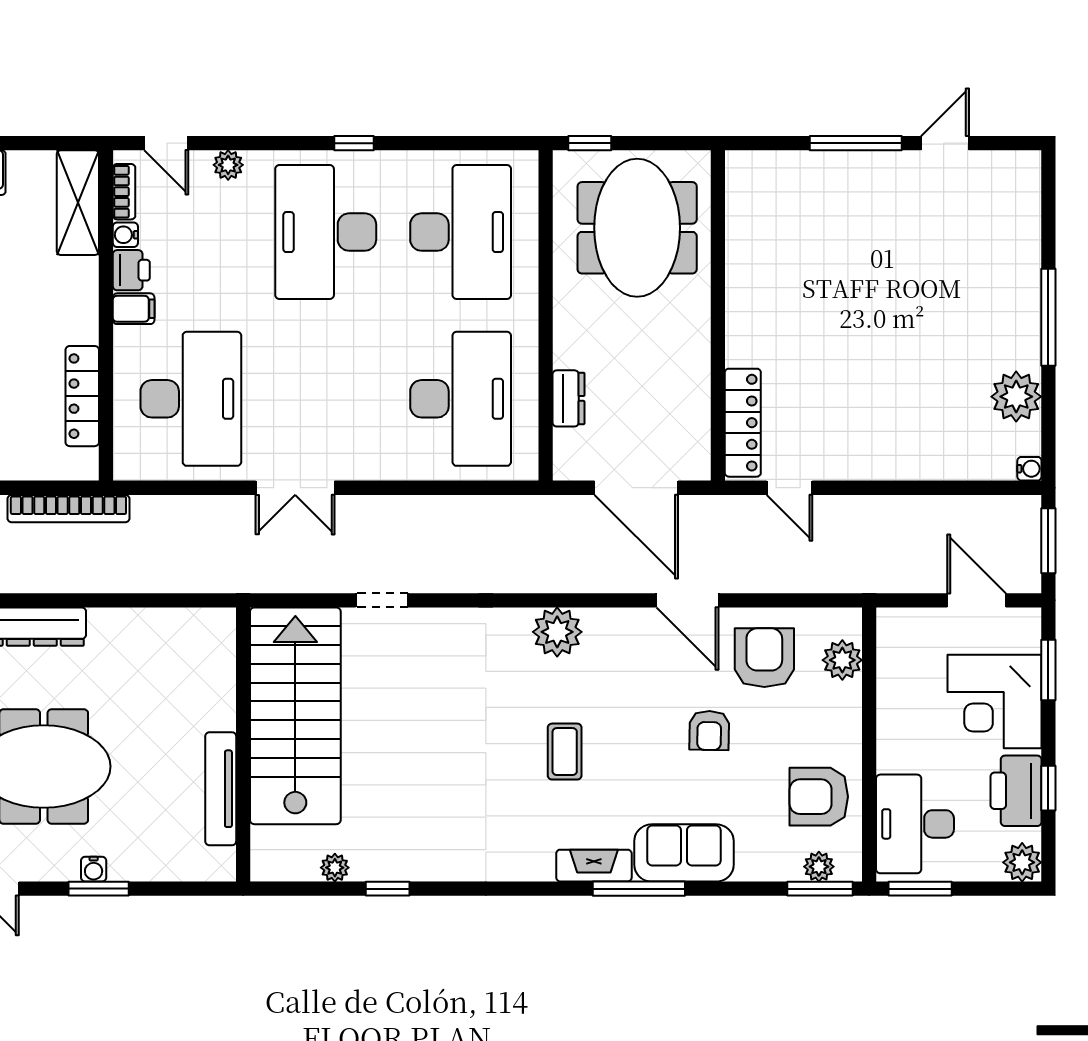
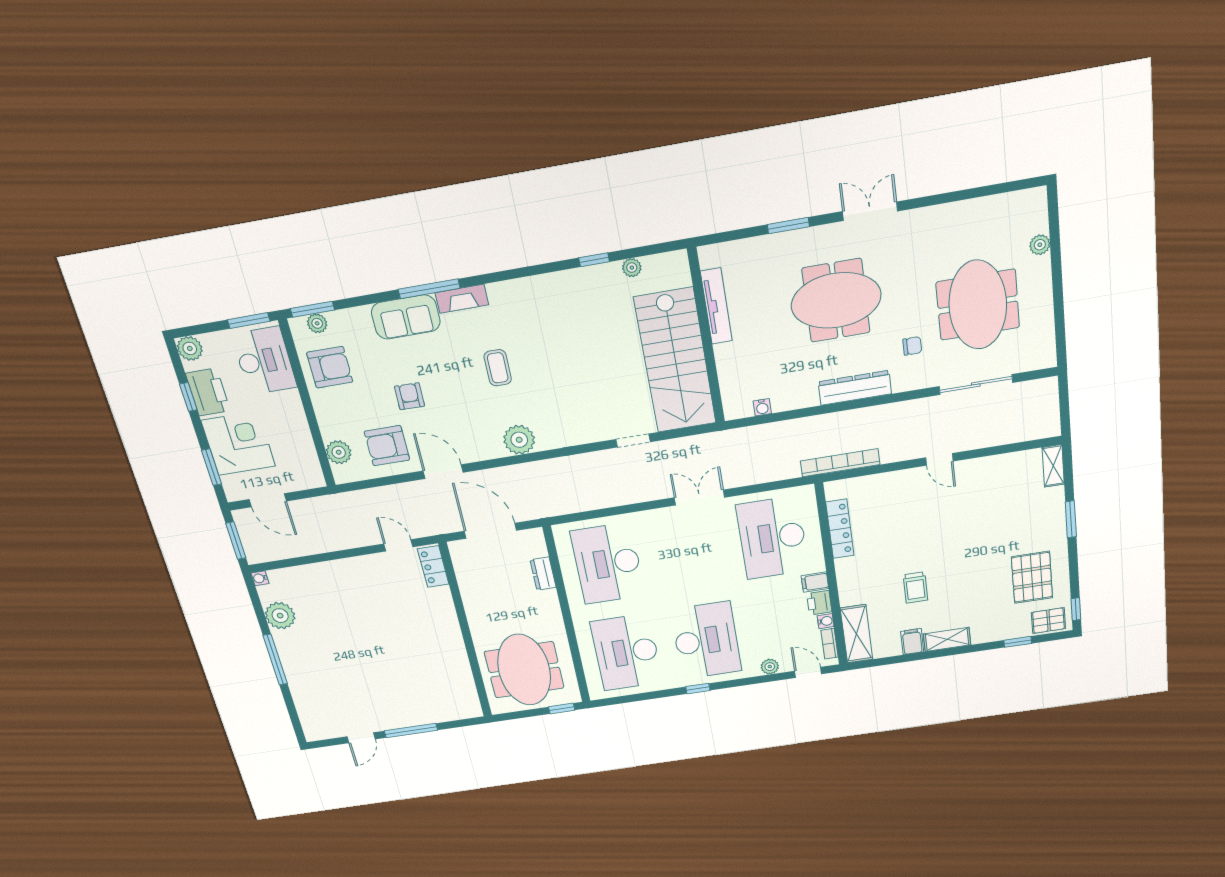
locker: (743, 423) -> (433, 567), width x0.66
armchair: (764, 658) -> (387, 446), turned 90
water cooler: (94, 869) -> (762, 407), moved, turned 180

